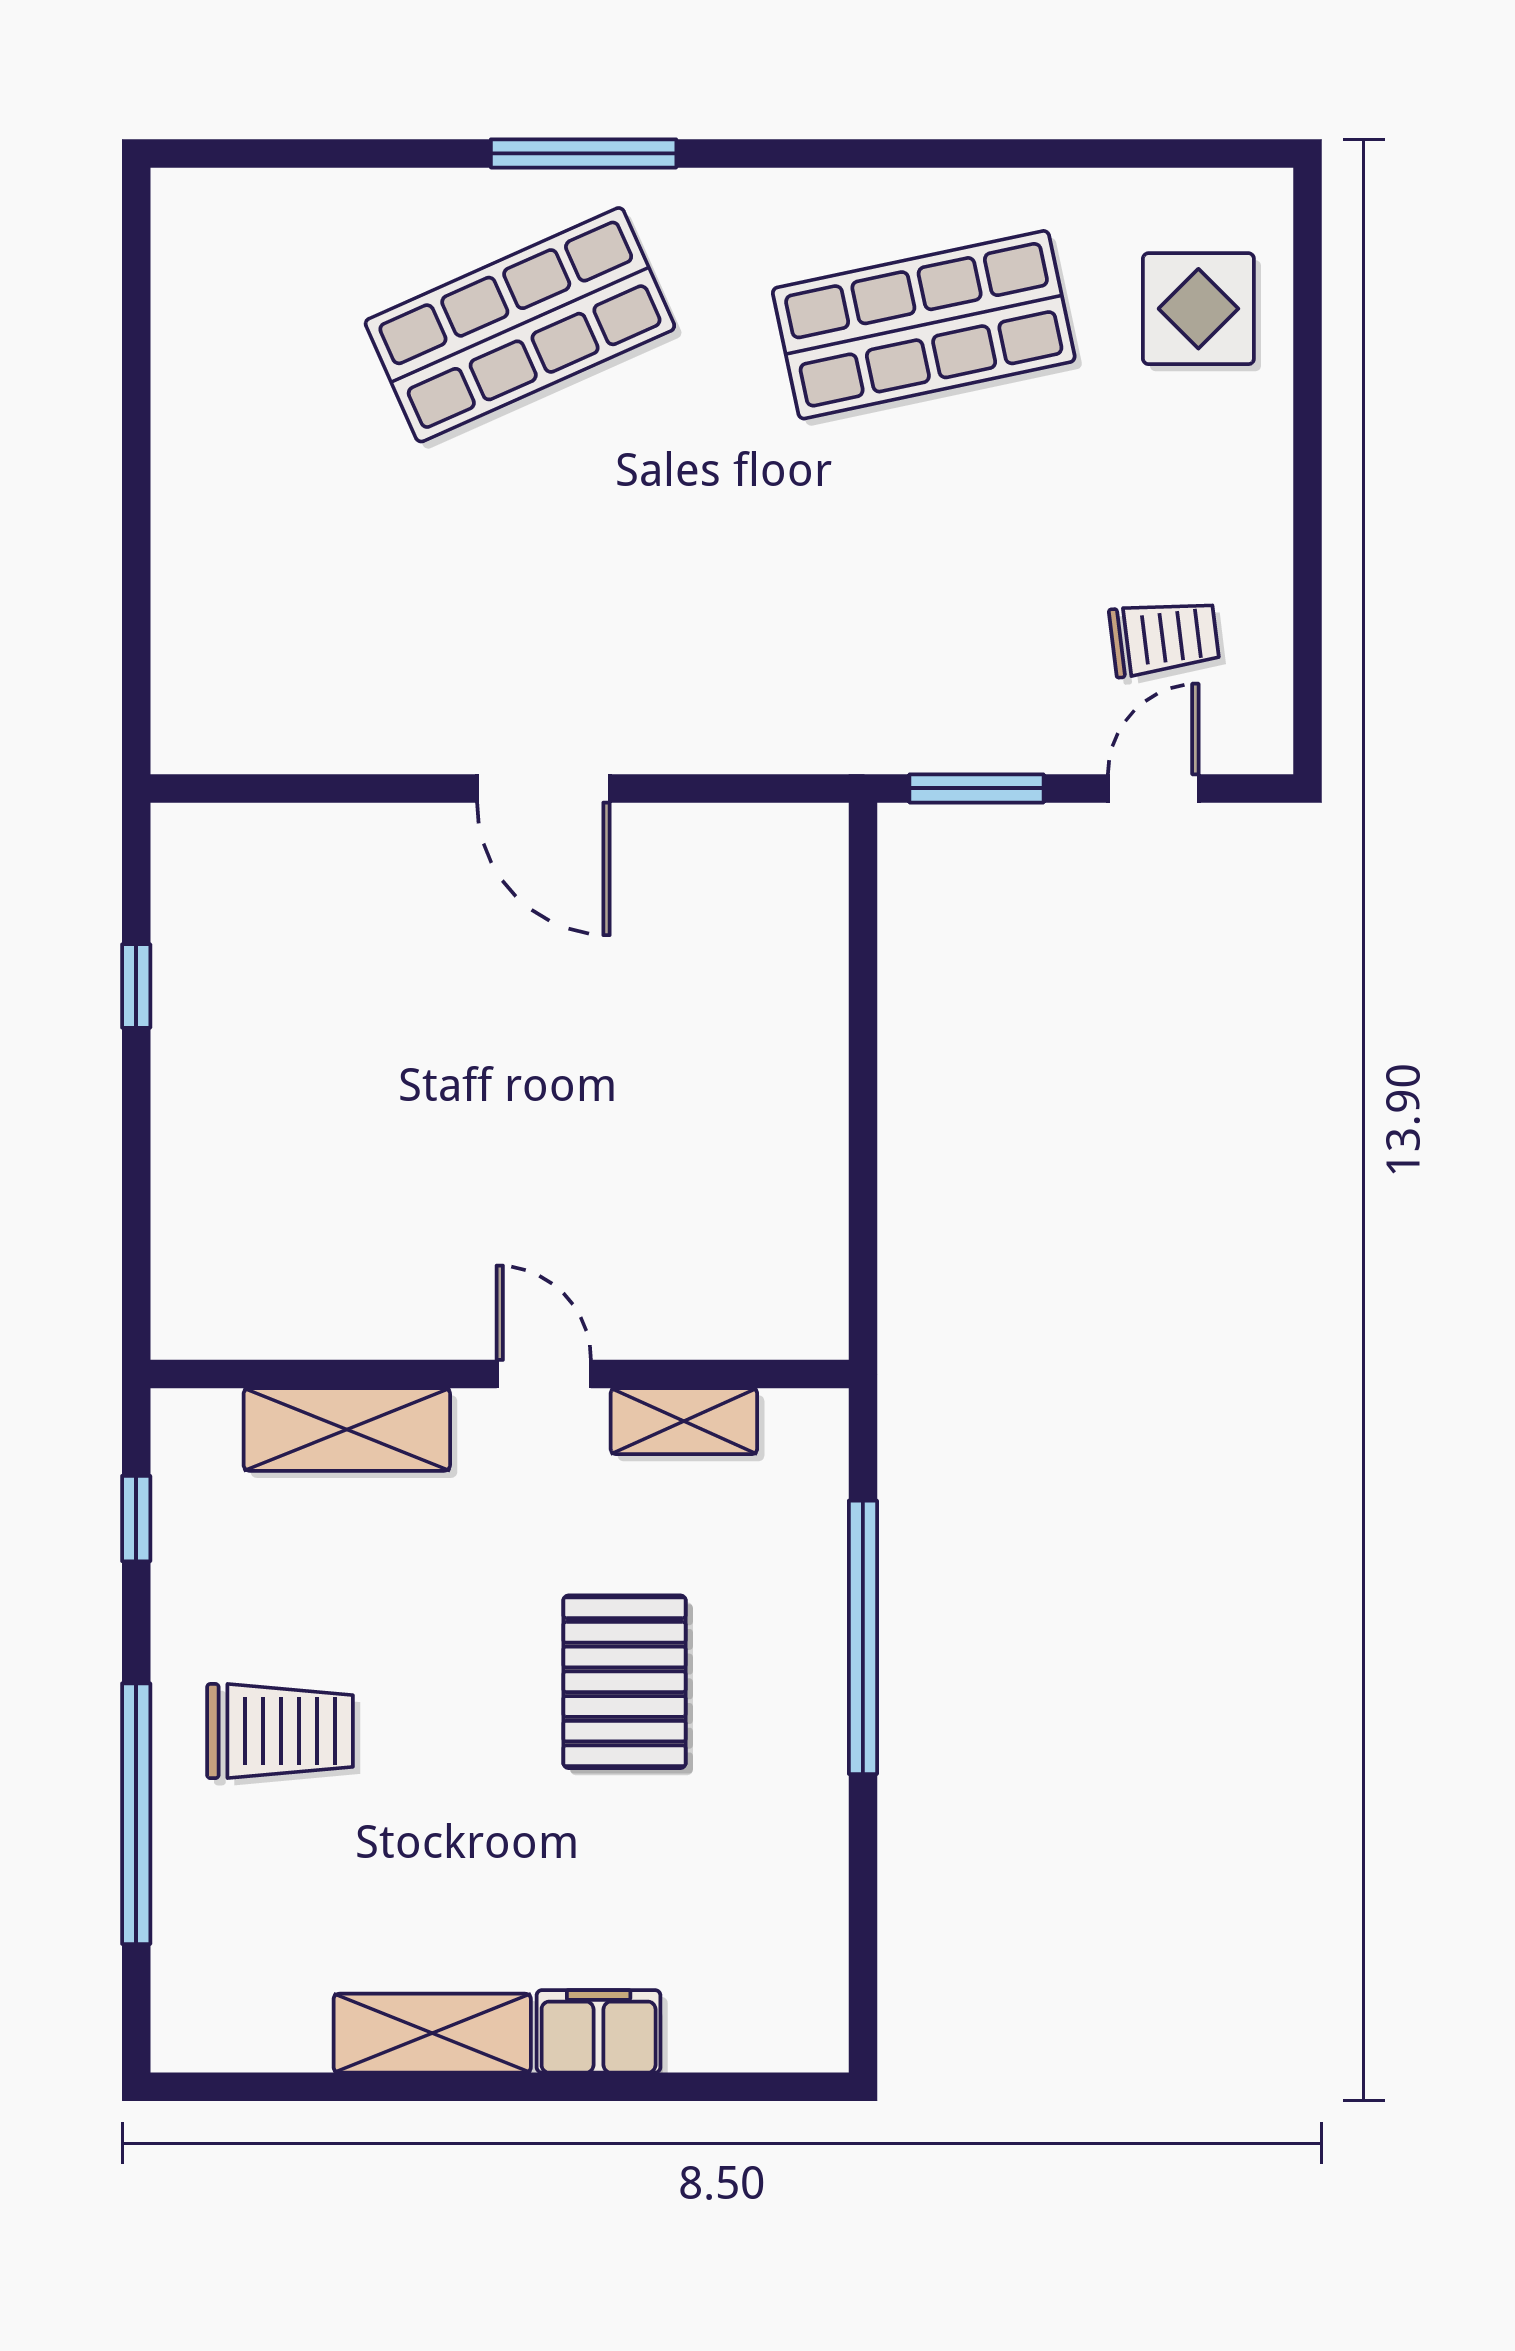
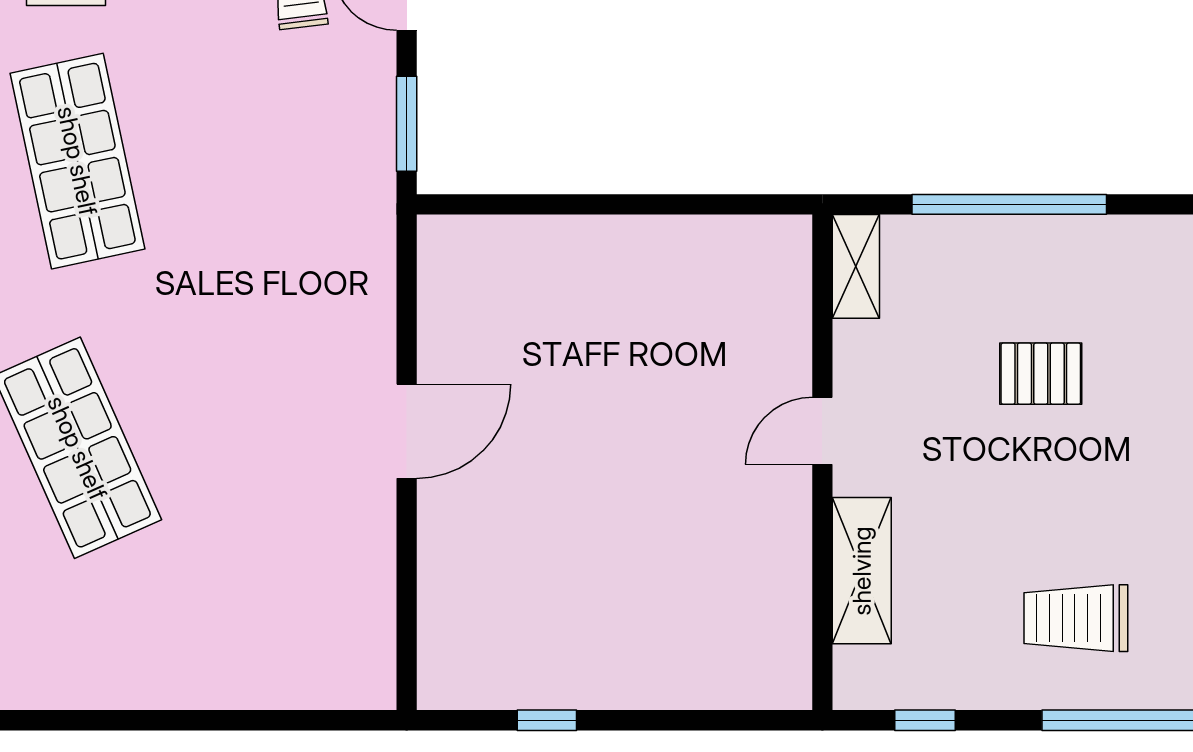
shelving: (684, 1421) -> (856, 266), moved
pallet: (624, 1682) -> (1041, 374), width x0.67, depth x0.71
trolley: (280, 1731) -> (1076, 618), turned -90

